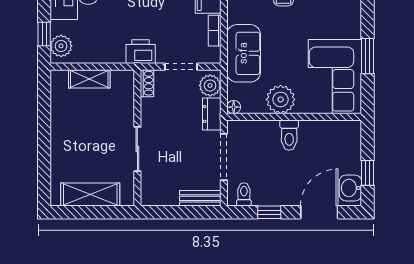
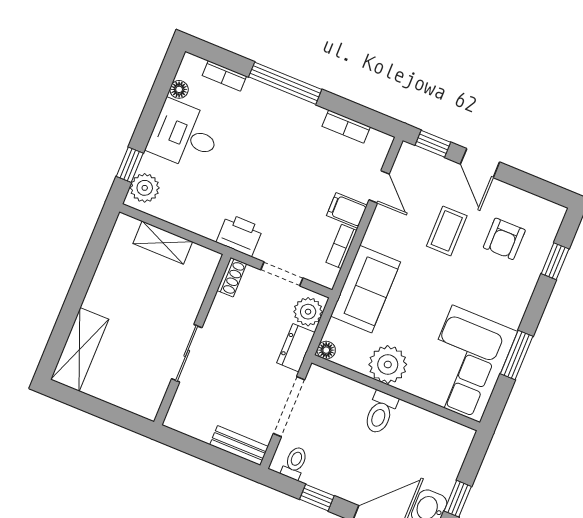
shelving: (90, 194) -> (80, 349), moved, turned 90

